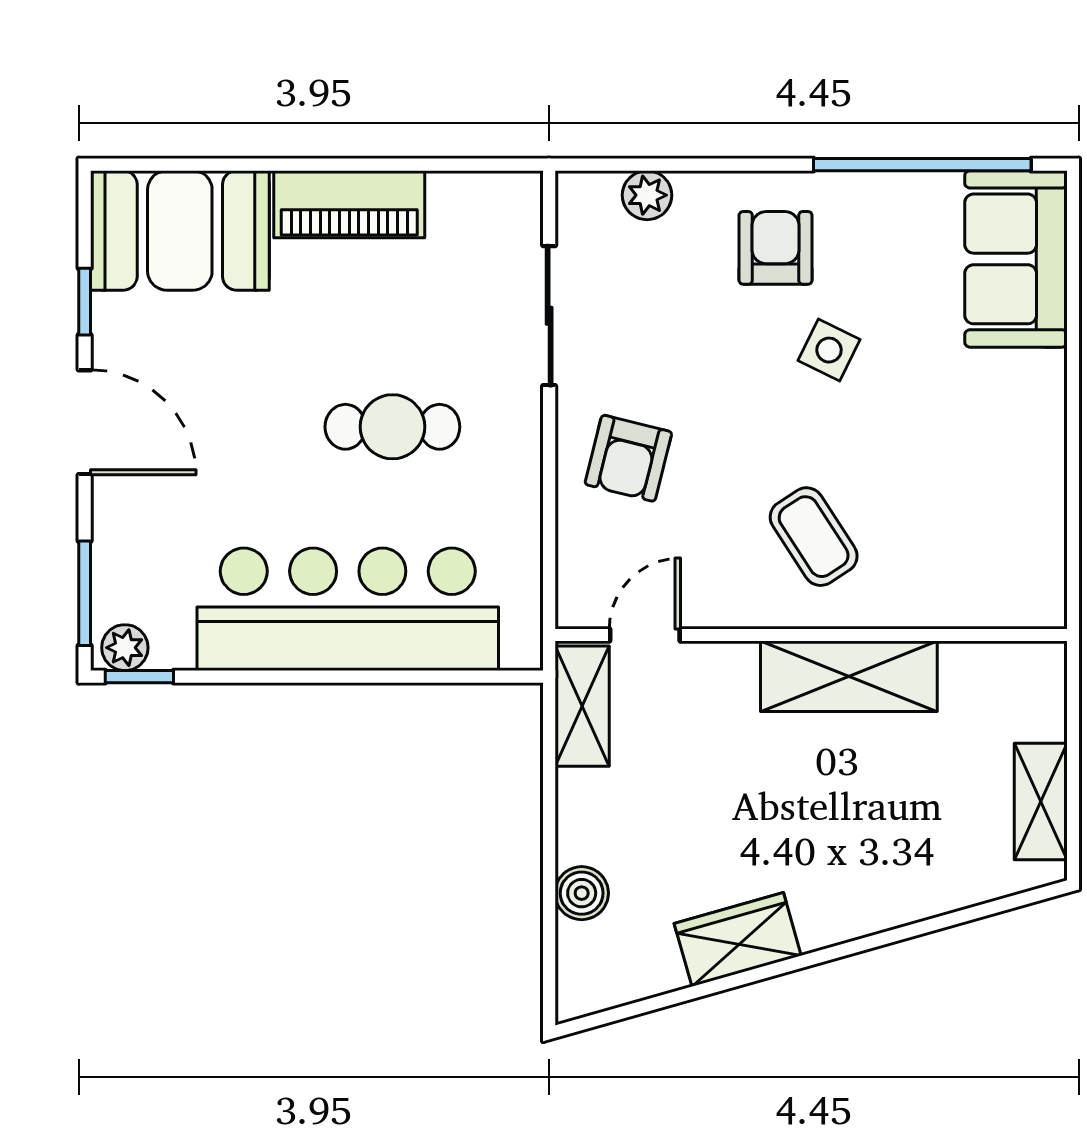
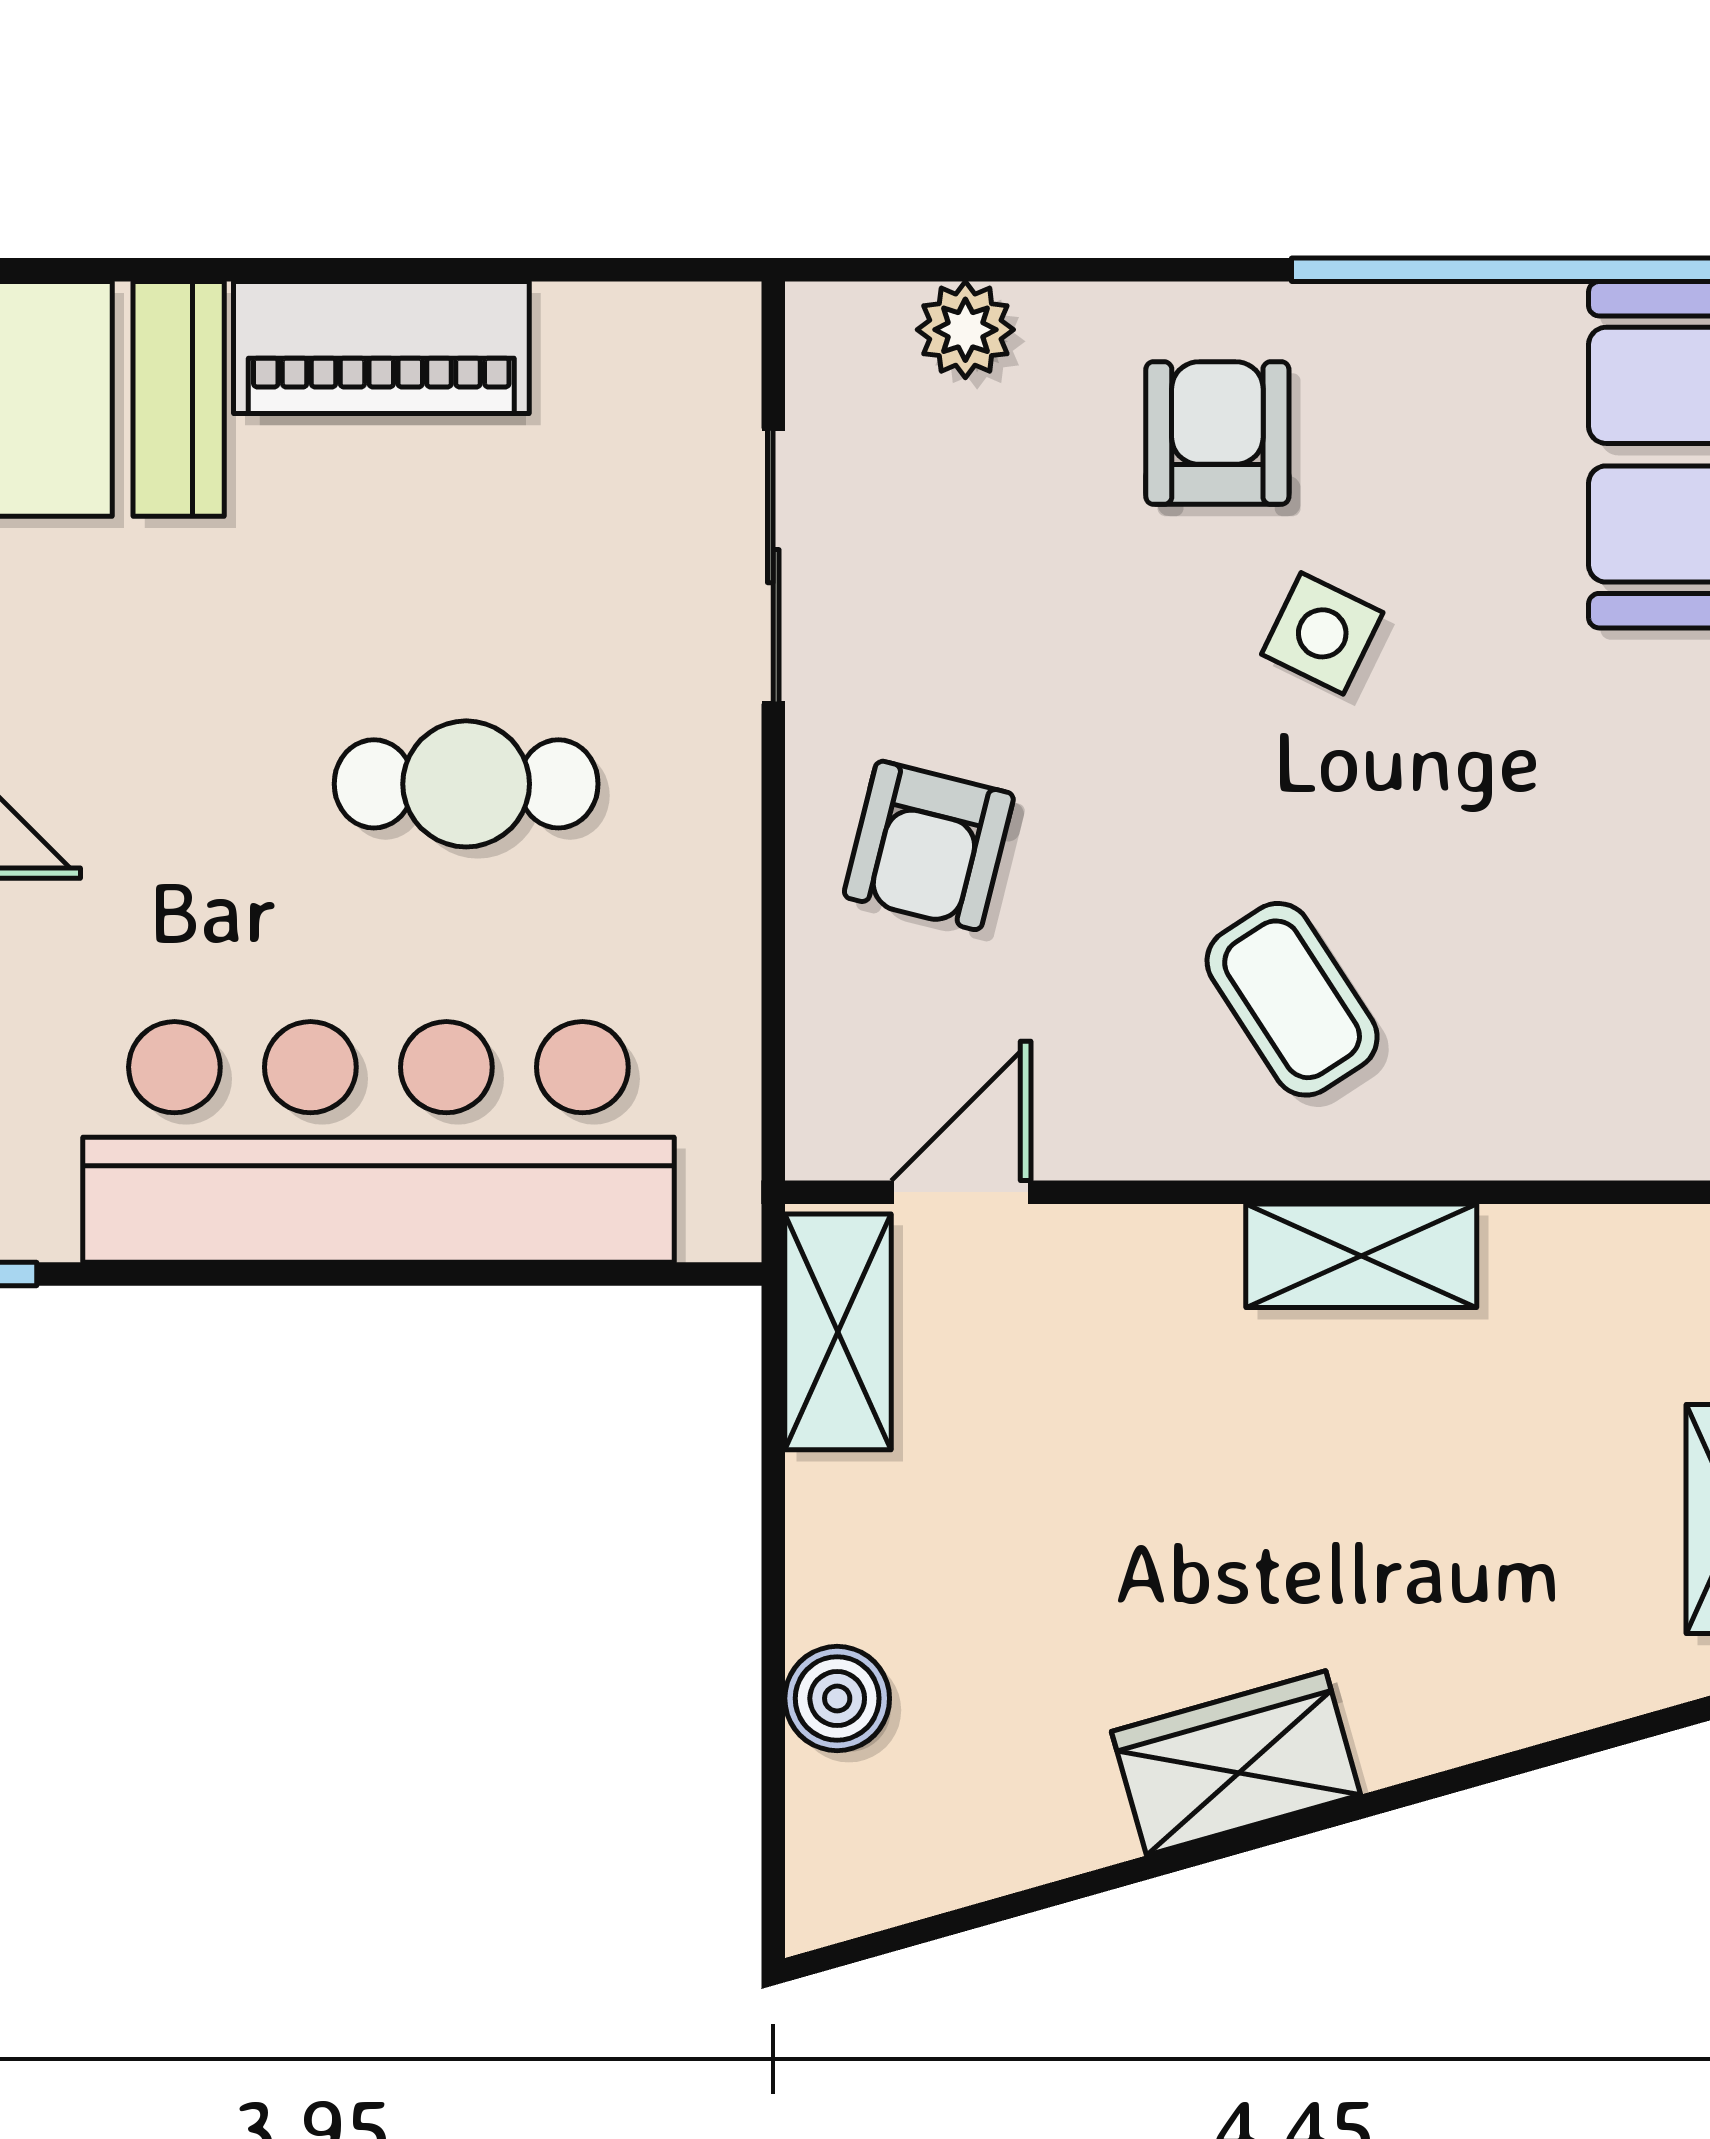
shelving: (849, 676) -> (1361, 1256), width x0.67, depth x0.75
wardrobe: (738, 939) -> (1236, 1763), moved

